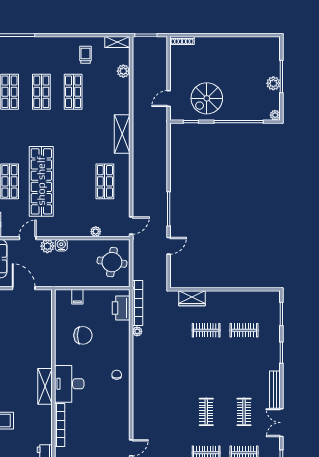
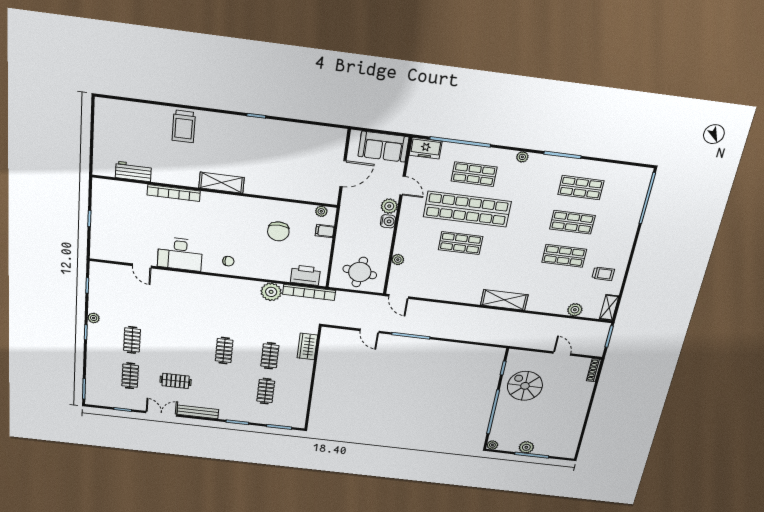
door: (169, 99) -> (562, 353), moved
shop shelf: (105, 181) -> (460, 243), moved
plant: (60, 302) -> (321, 211), added
plant: (137, 331) -> (271, 292), width x1.88, depth x1.88
desk: (69, 384) -> (180, 254), moved, turned 180
clothes rail: (206, 412) -> (224, 351), moved, turned 90

